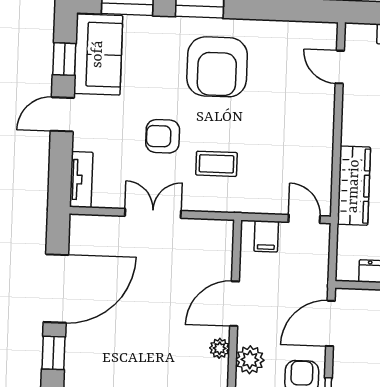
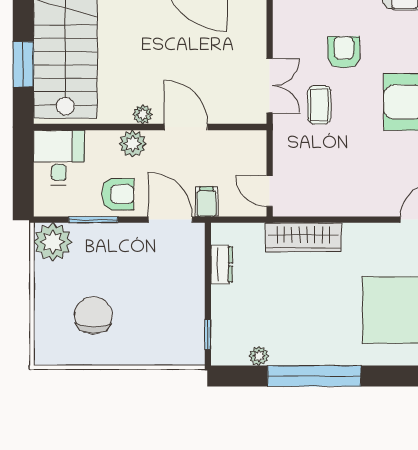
double door: (153, 213) -> (270, 86), moved
door: (304, 219) -> (270, 191), swing flipped
filing cabinet: (266, 236) -> (207, 202), moved, turned 90

